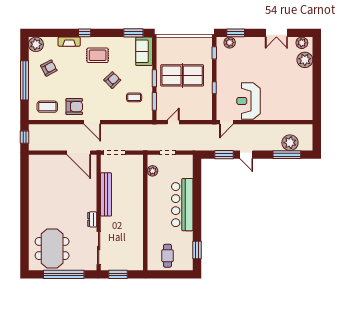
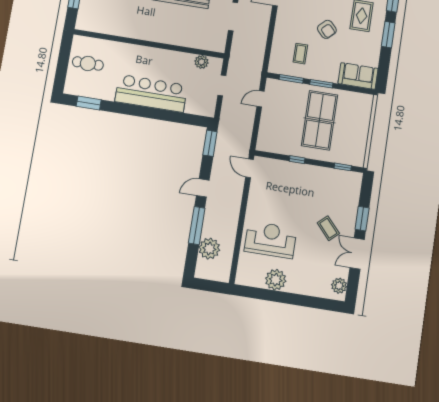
window: (133, 33) -> (388, 35), moved
window: (236, 33) -> (362, 219), moved
plant: (230, 43) -> (353, 189), removed
coffee table: (261, 57) -> (328, 228), added
plant: (305, 60) -> (276, 280), moved
reception desk: (248, 101) -> (271, 240), moved
door: (173, 122) -> (260, 99), swing flipped
window: (224, 155) -> (210, 143), moved
window: (287, 155) -> (197, 226), moved

